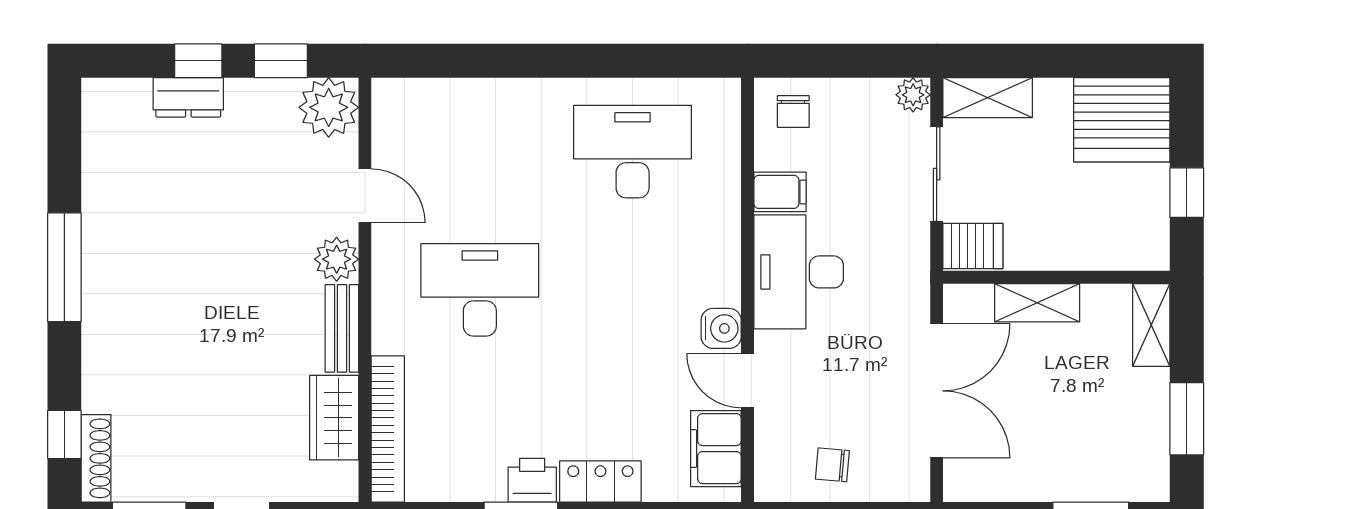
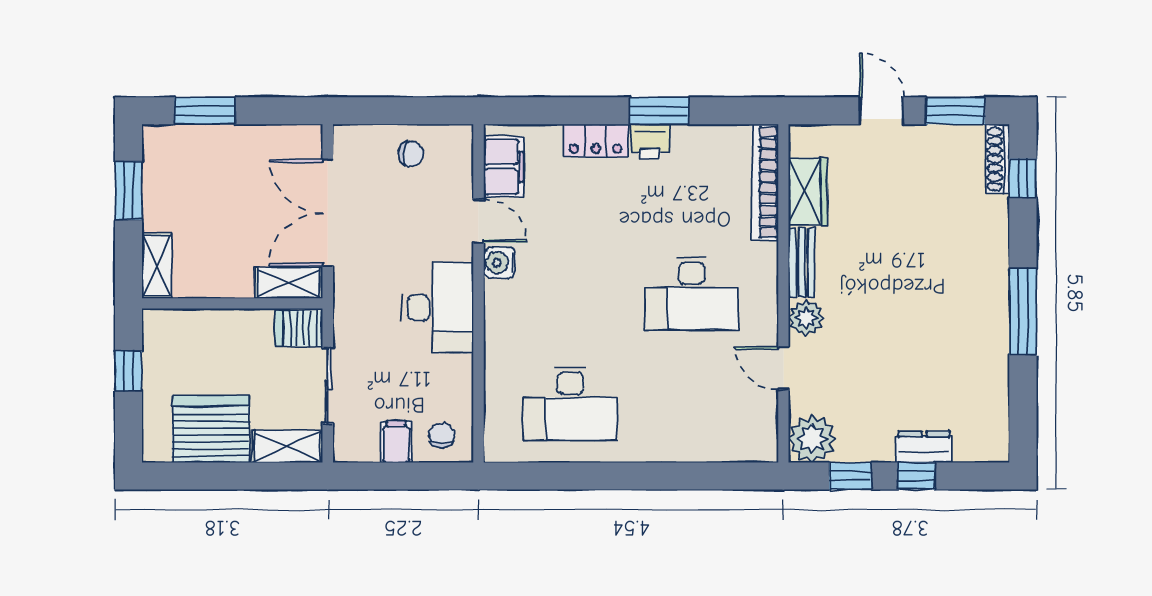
plant: (913, 95) -> (347, 449), removed
server rack: (1122, 120) -> (210, 429), moved
filing cabinet: (780, 192) -> (396, 442), moved, turned 90
shelving: (1037, 303) -> (289, 283), moved

